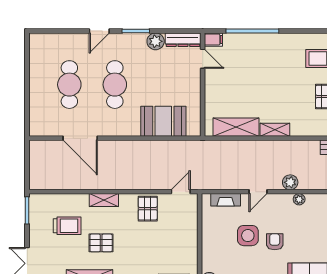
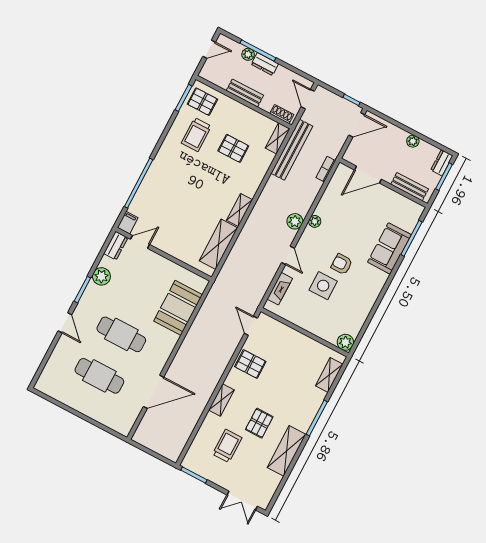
dresser: (183, 40) -> (116, 246), width x0.70

